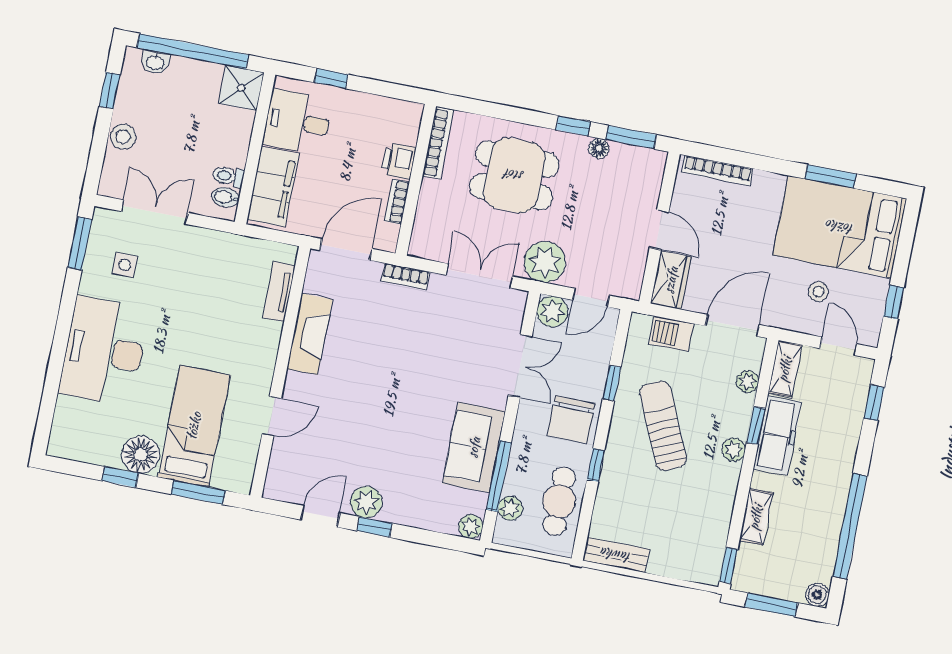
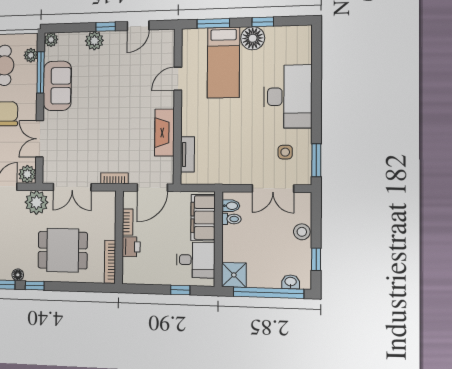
plant: (366, 502) -> (94, 41), moved

